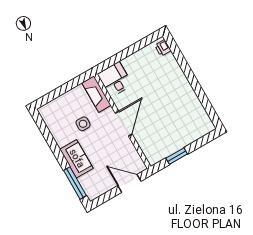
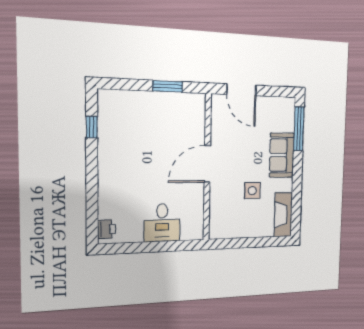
desk: (115, 79) -> (162, 223), moved
fireplace: (96, 94) -> (283, 215), moved, turned 180
window: (207, 104) -> (92, 127), added

